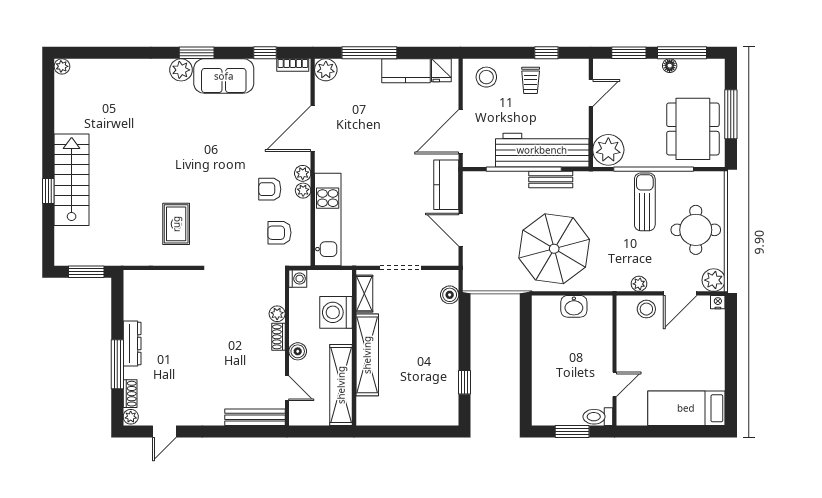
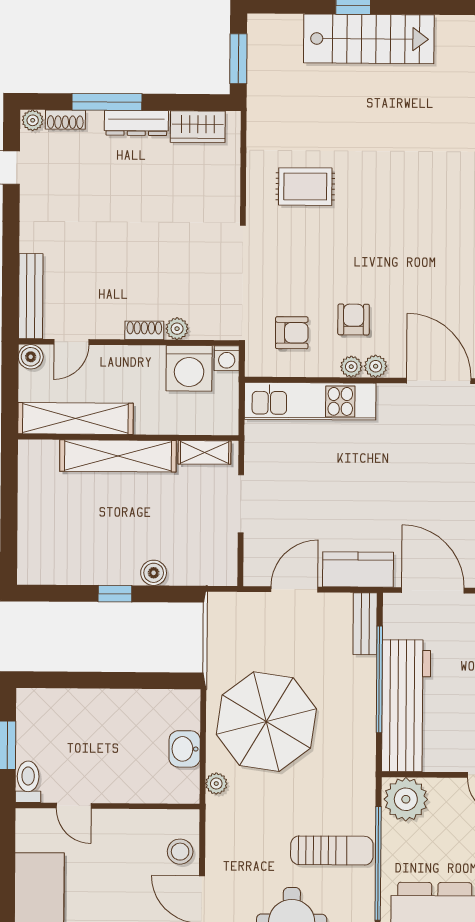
bench: (551, 179) -> (365, 624), moved
armchair: (279, 233) -> (292, 333), turned 90
plant: (639, 284) -> (216, 784), moved
boiler: (450, 295) -> (154, 573), moved
wardrobe: (134, 300) -> (198, 127), added
washing machine: (336, 312) -> (189, 368), moved, turned 180
boiler: (298, 351) -> (31, 357), moved
window: (465, 382) -> (115, 594), moved

